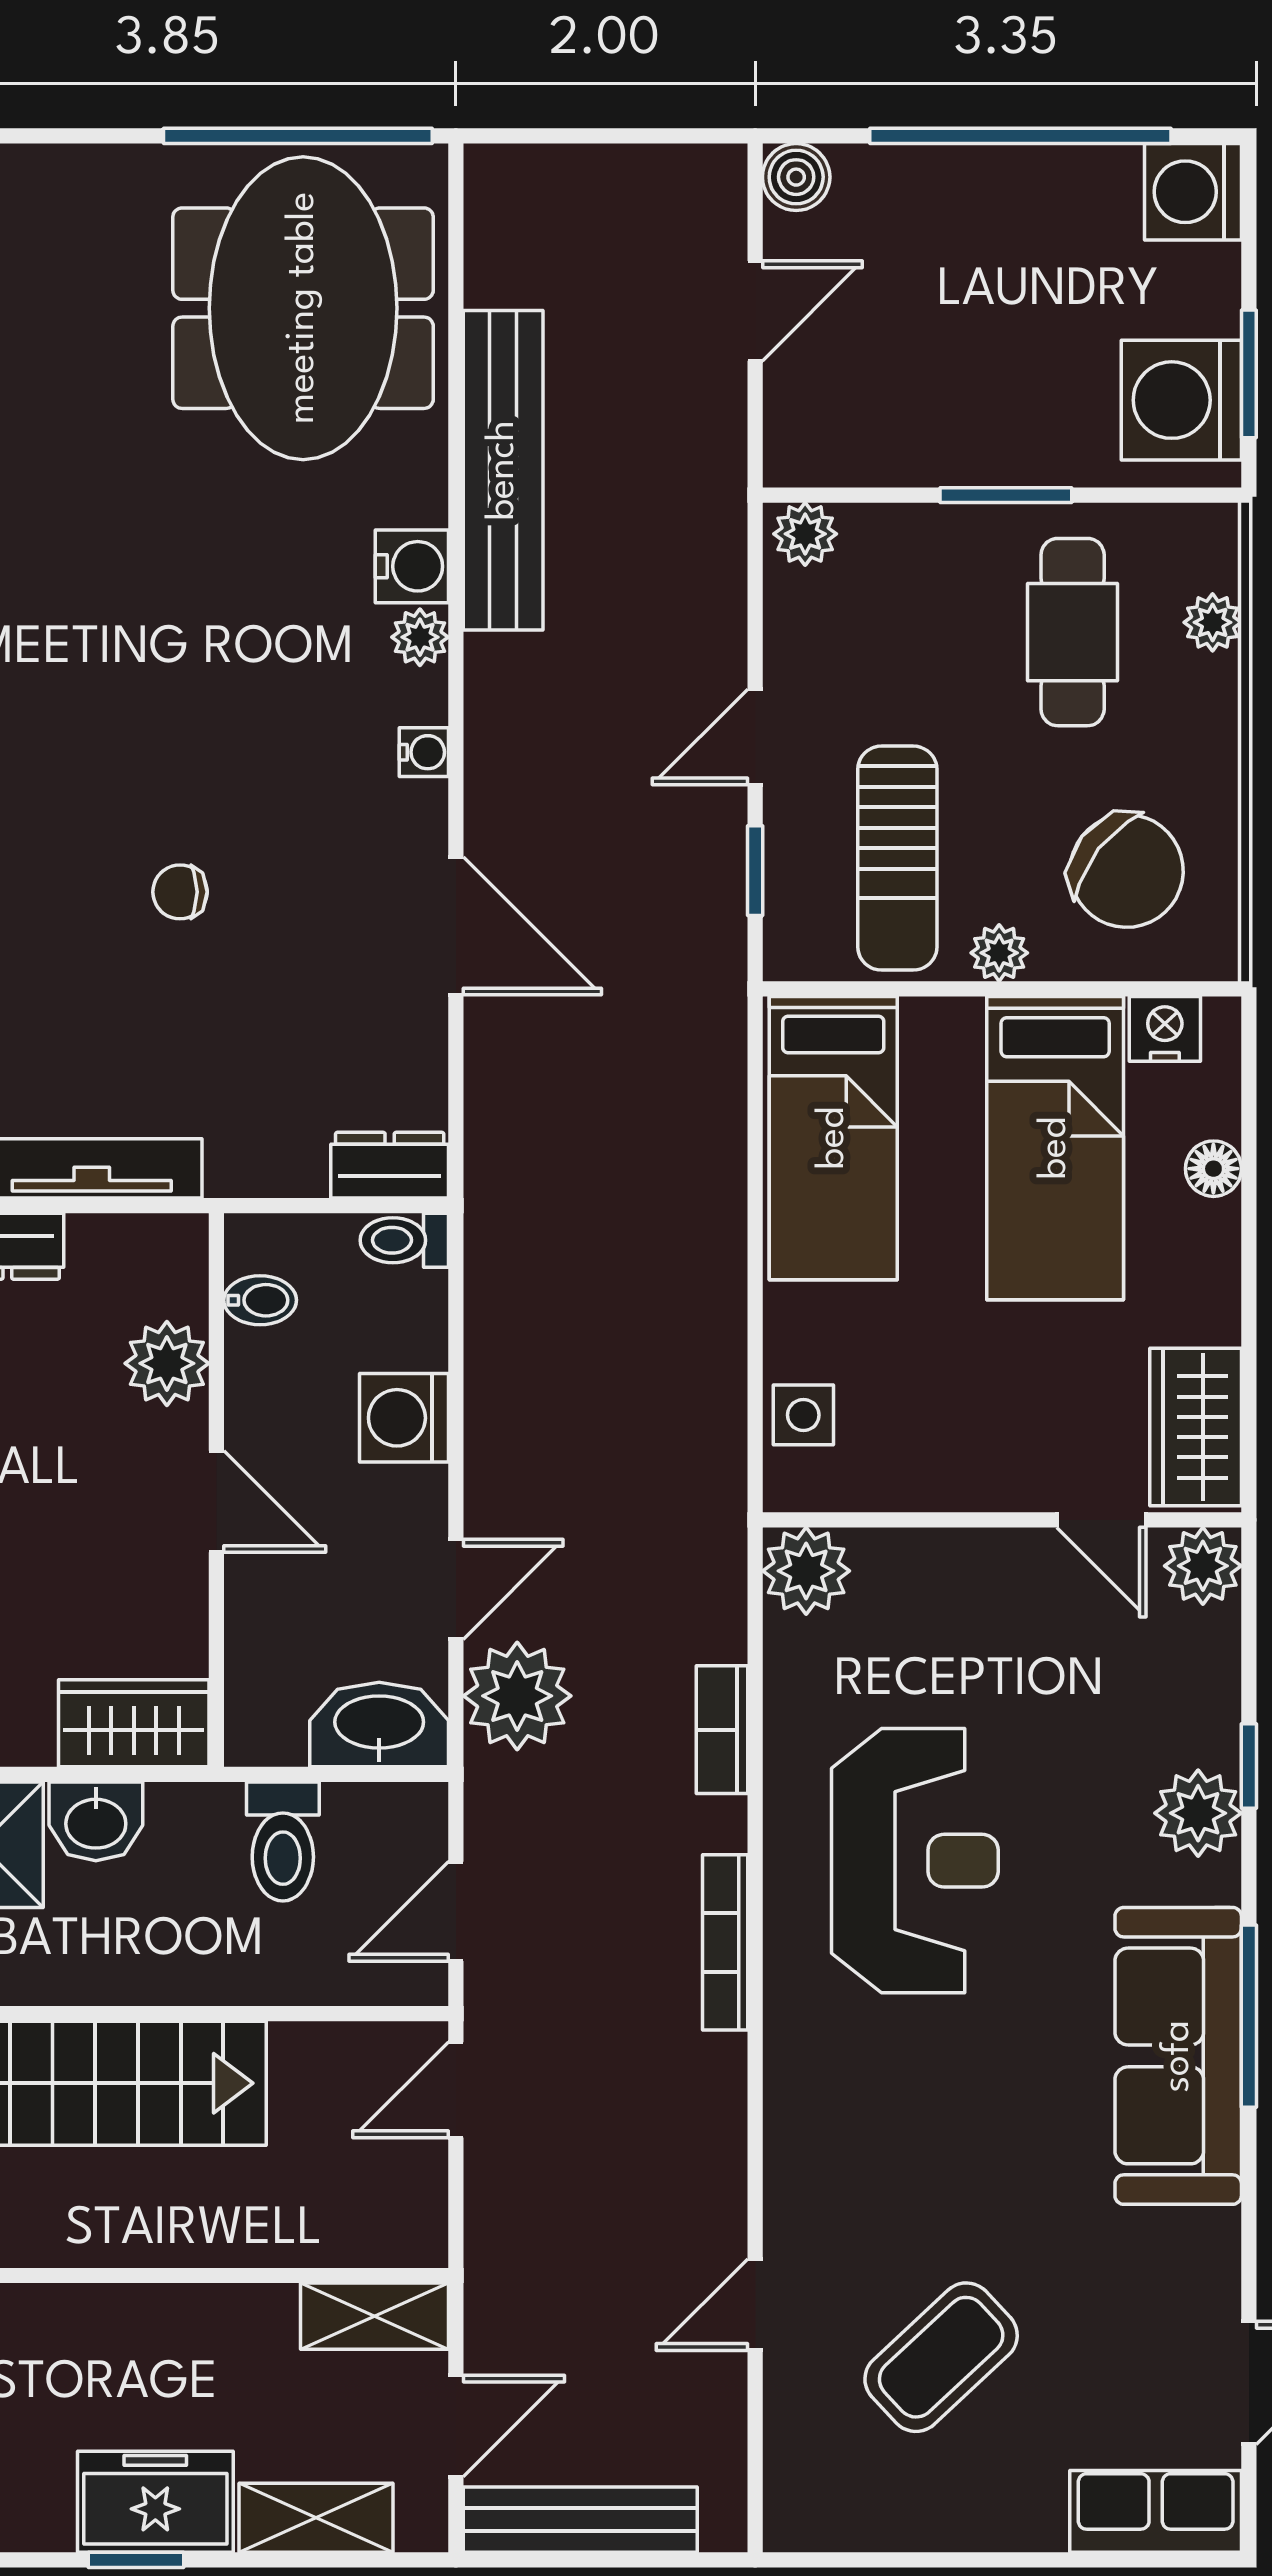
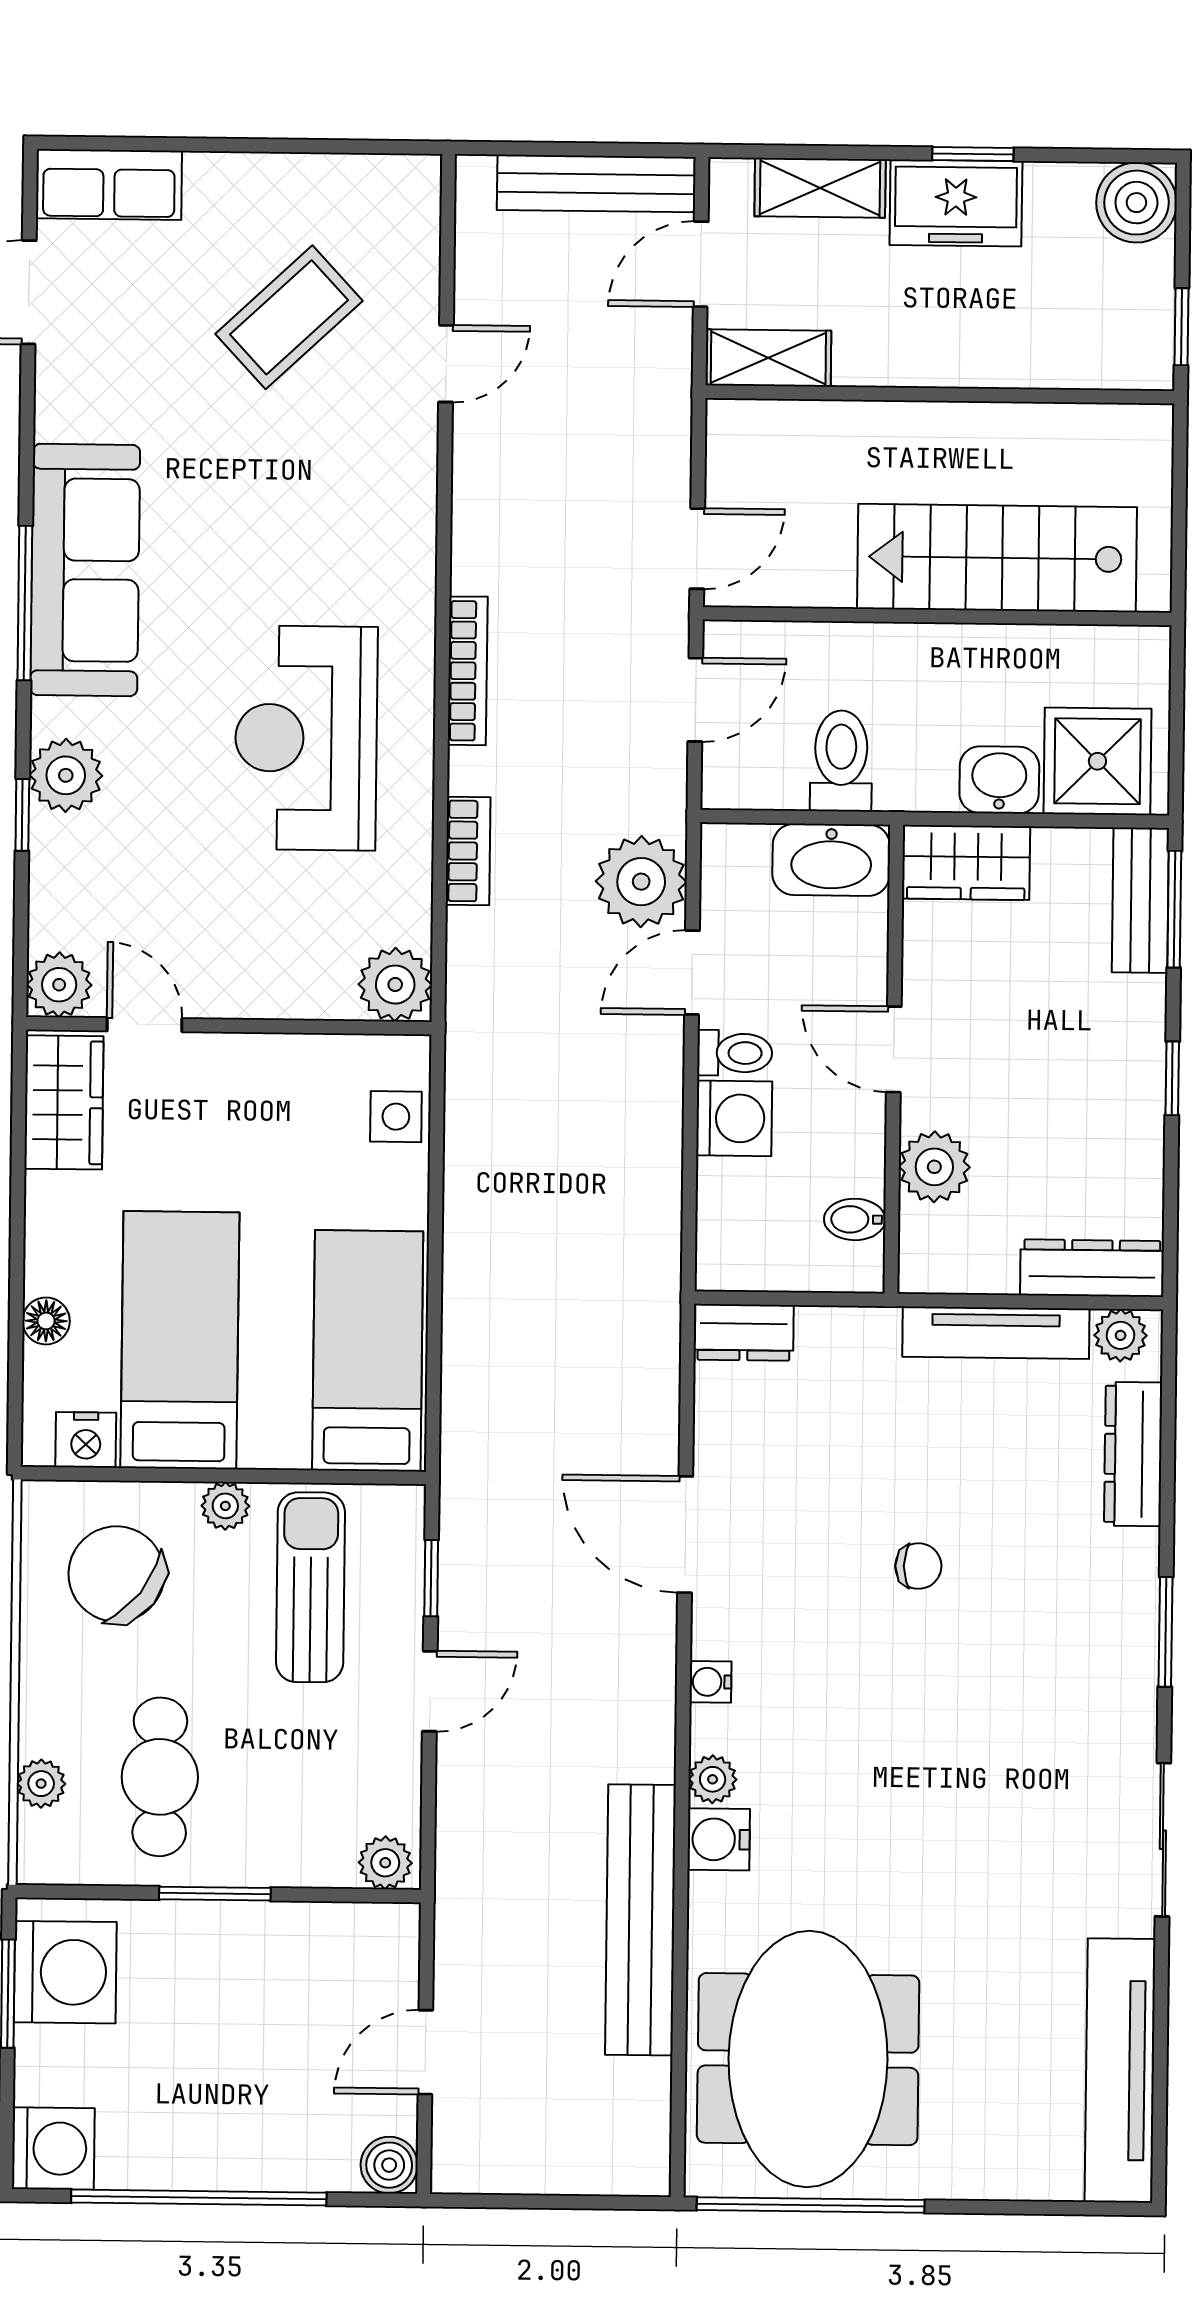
toilet: (404, 1240) -> (735, 1053), moved
washbasin: (379, 1725) -> (831, 860), moved

